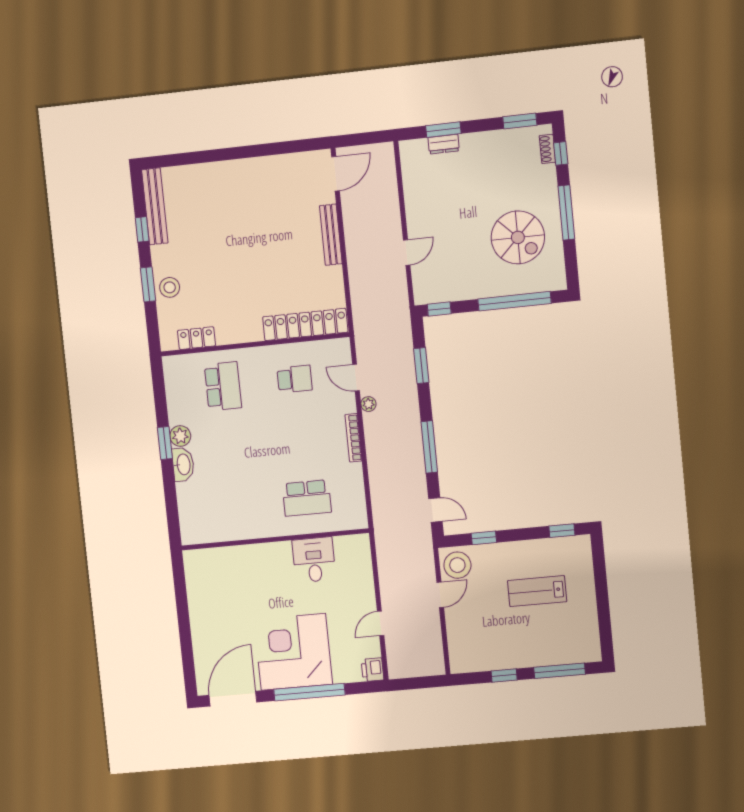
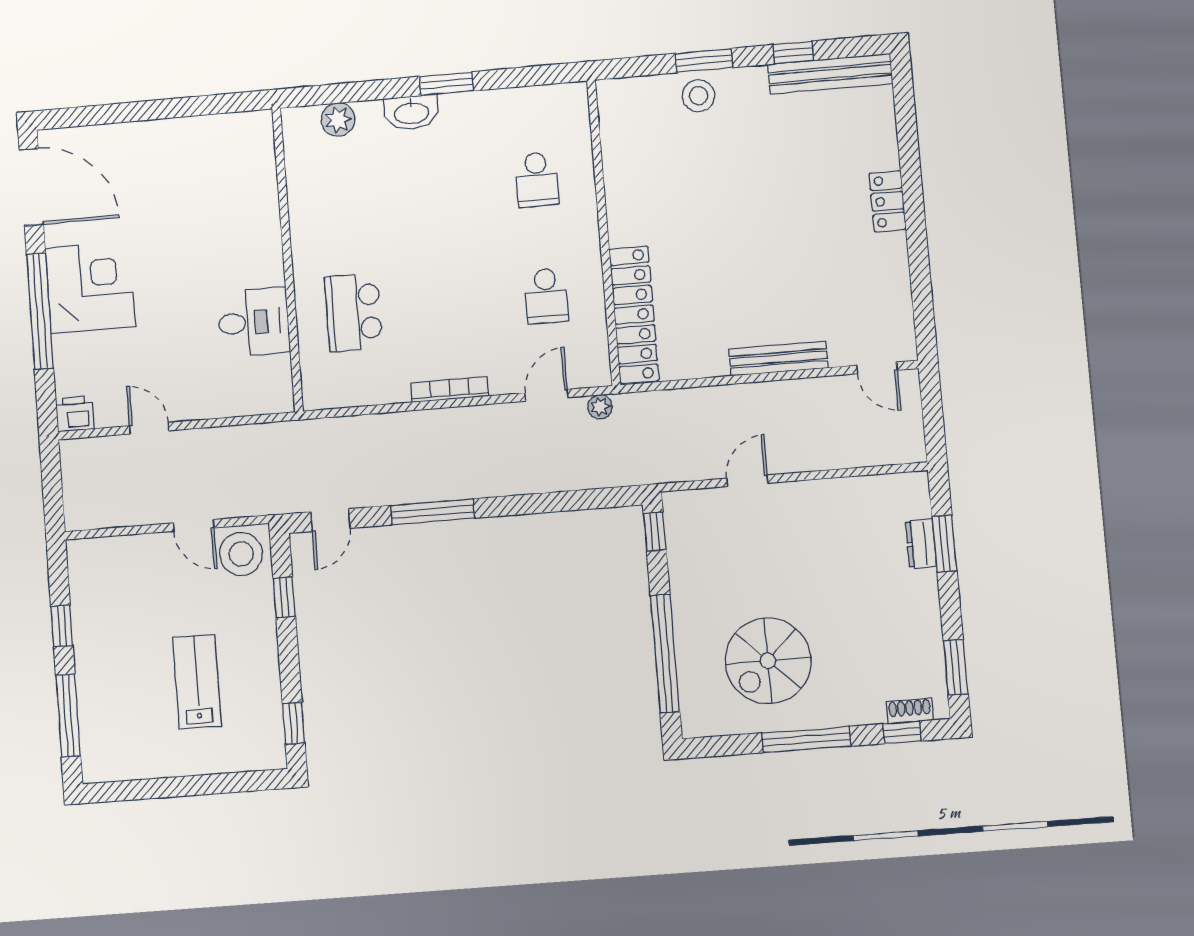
door: (336, 174) -> (877, 368), width x0.73
door: (407, 253) -> (747, 481), swing flipped
locker: (196, 338) -> (888, 201), moved, turned 180
window: (421, 366) -> (564, 501), removed
school desk: (223, 386) -> (537, 180), width x0.54
plant: (368, 404) -> (600, 407), moved
plant: (180, 436) -> (338, 120), moved
corner desk: (293, 652) -> (90, 288), width x0.74, depth x0.74

